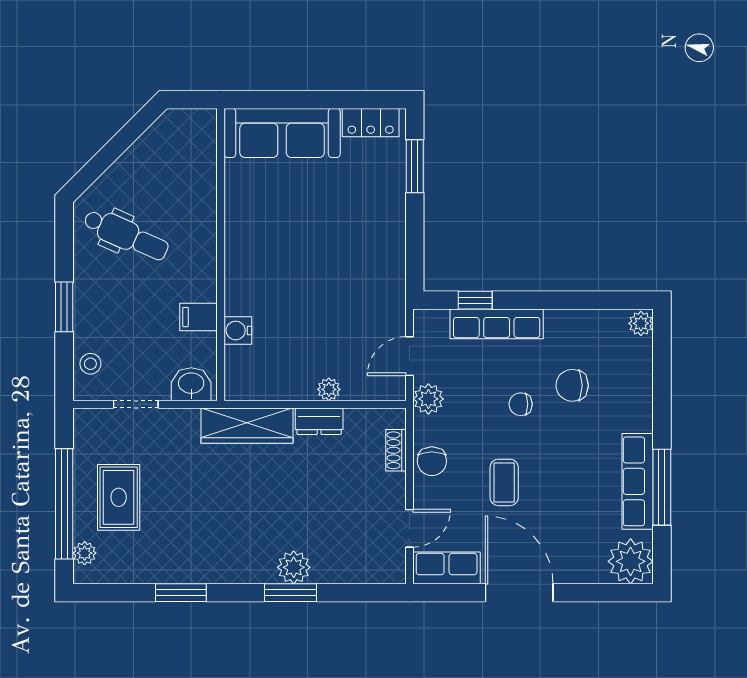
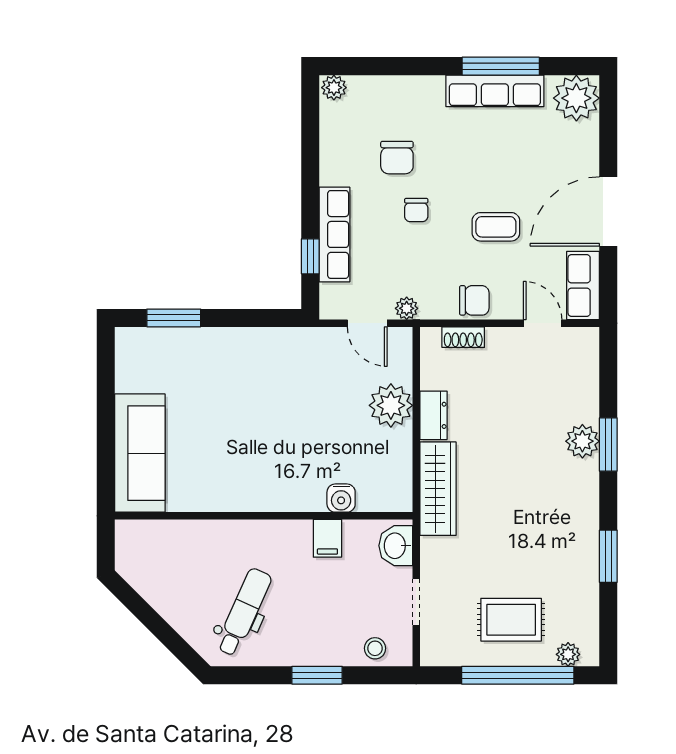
locker: (371, 123) -> (129, 363), removed
plant: (329, 389) -> (391, 405), width x1.87, depth x1.87
plant: (428, 399) -> (407, 308), width x0.73, depth x0.73

